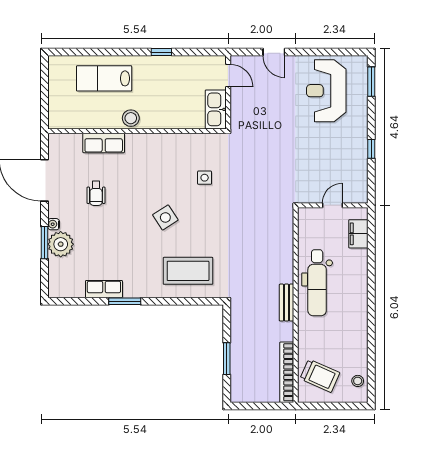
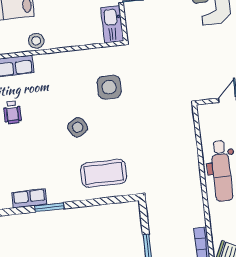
side table: (205, 178) -> (109, 87), width x1.87, depth x1.87
bench: (286, 303) -> (196, 192), removed

